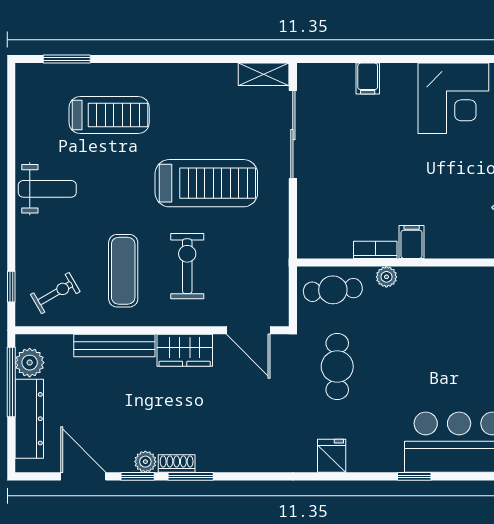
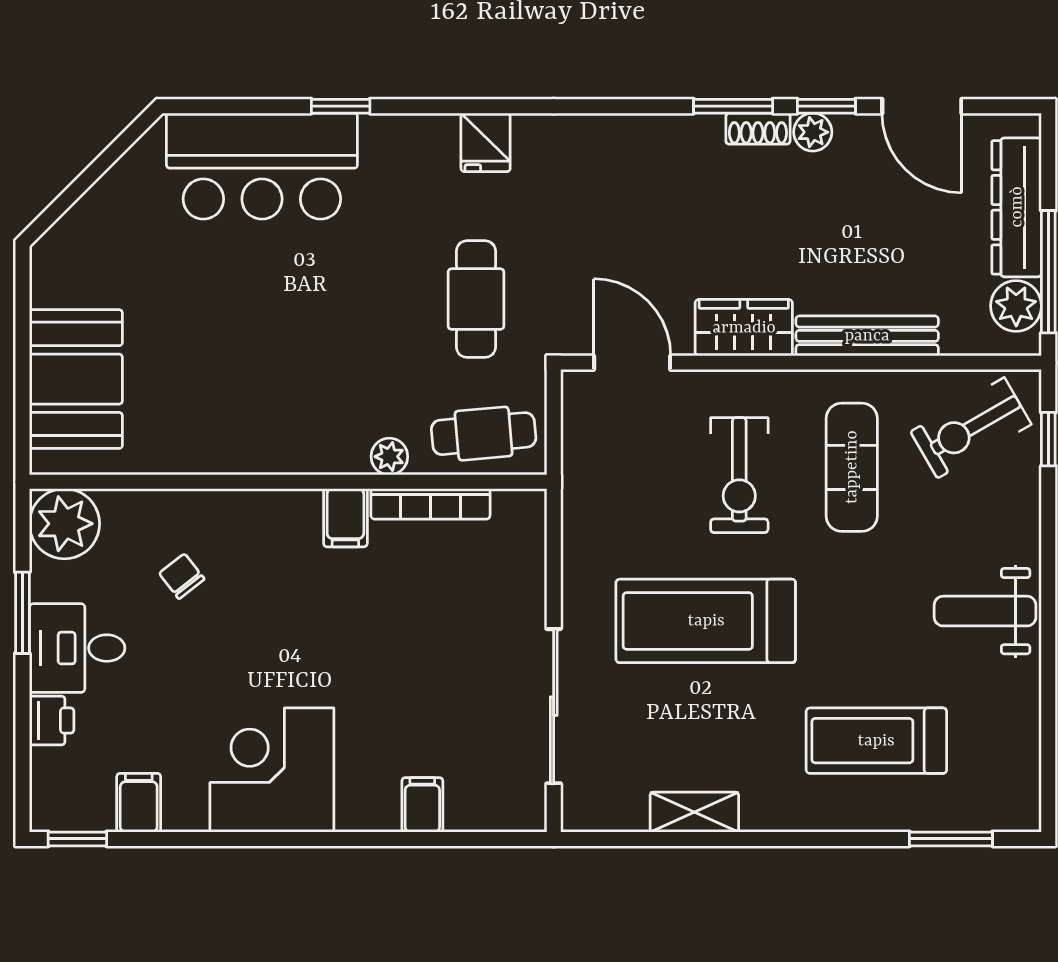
shelving: (264, 74) -> (694, 812), moved
bookcase: (375, 250) -> (430, 504), width x1.56
exercise bike: (55, 293) -> (971, 428), width x1.38, depth x1.39

